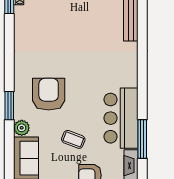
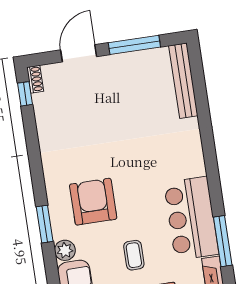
coffee table: (73, 139) -> (134, 255), turned 69

